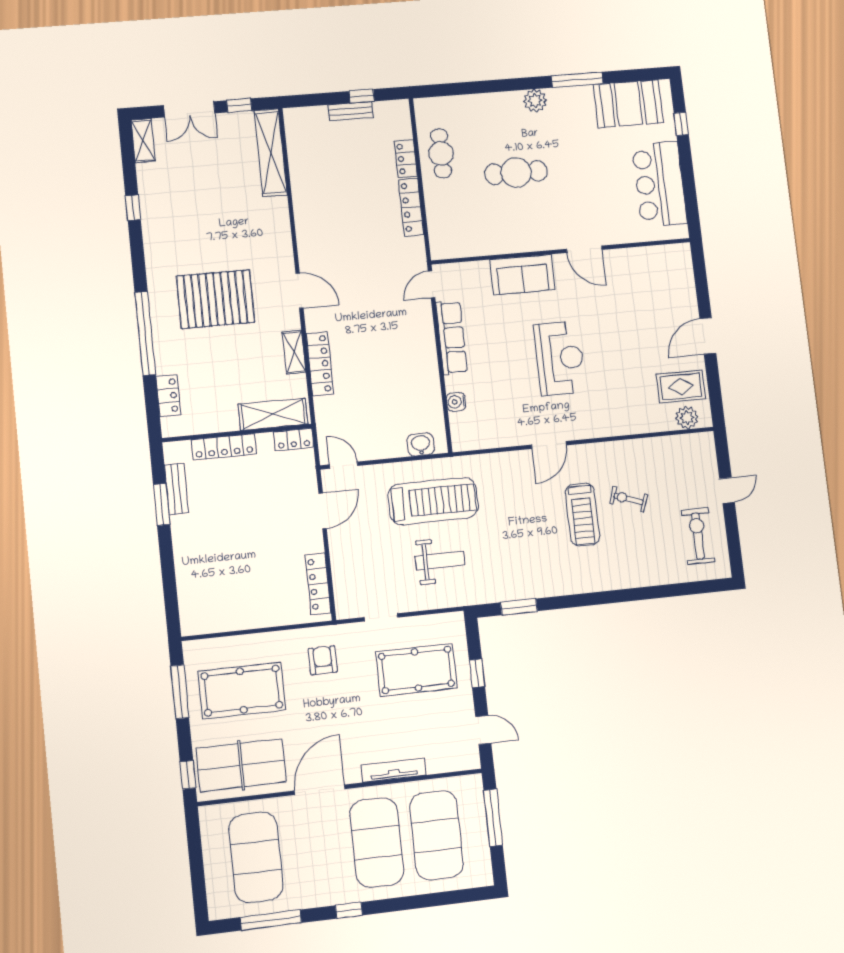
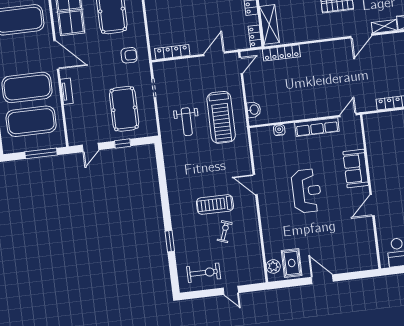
door: (432, 284) -> (348, 115), hinge flipped
door: (299, 291) -> (361, 36), moved
shelving: (294, 352) -> (384, 26), moved
reception desk: (560, 358) -> (307, 191), turned -90
locker: (320, 364) -> (281, 53), moved
door: (323, 511) -> (214, 54), swing flipped
window: (519, 607) -> (170, 241), moved
tv unit: (394, 770) -> (67, 91), width x0.71

